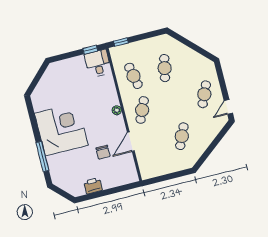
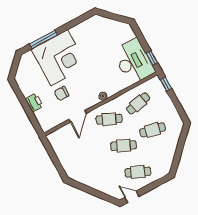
desk: (98, 63) -> (134, 62), width x1.87, depth x1.30
corner desk: (61, 129) -> (59, 58), moved
cafe table: (182, 136) -> (123, 146), moved
door: (131, 142) -> (78, 116), swing flipped
printer: (93, 186) -> (34, 103), moved

